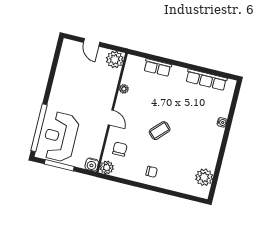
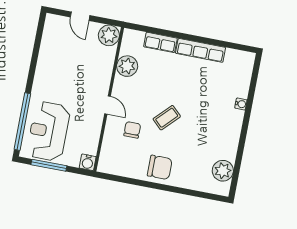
row of seats: (206, 80) -> (201, 50), moved
plant: (124, 89) -> (127, 66), width x1.88, depth x1.88
chair: (120, 149) -> (132, 130), moved
plant: (107, 167) -> (106, 165), removed
chair: (152, 172) -> (160, 167), width x1.87, depth x1.87

